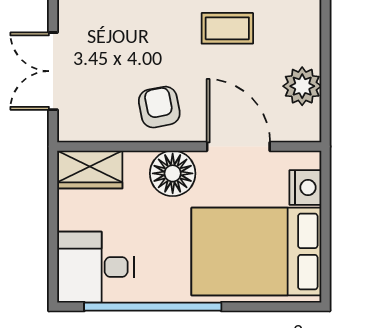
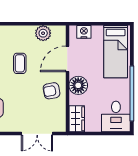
bed: (256, 252) -> (116, 52), width x0.67

